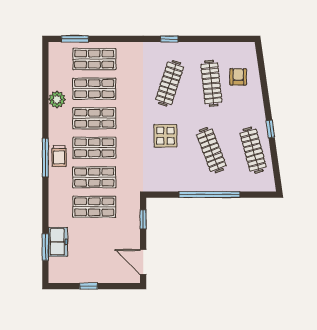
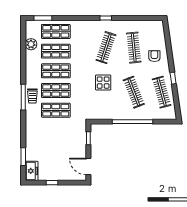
armchair: (238, 77) -> (154, 56), moved
plant: (57, 99) -> (31, 44), moved
shop shelf: (94, 207) -> (56, 130), removed
freezer: (58, 242) -> (32, 171), moved

